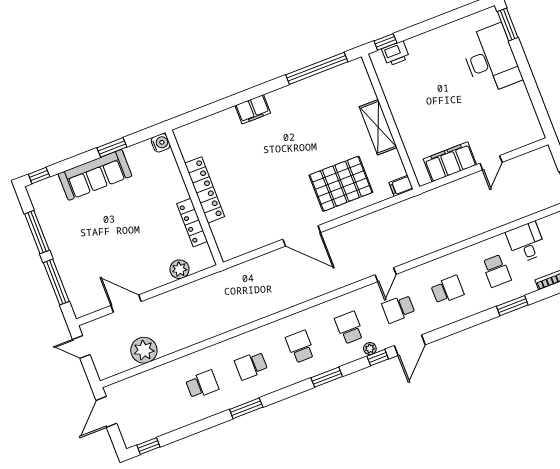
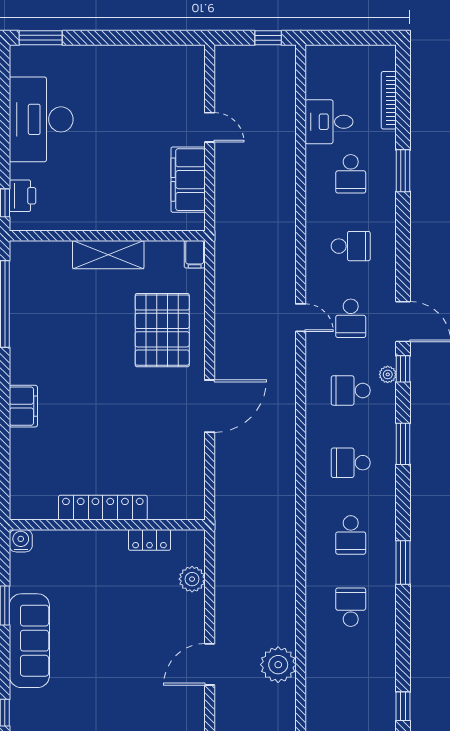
desk: (491, 59) -> (41, 119), moved, turned -90
locker: (192, 223) -> (150, 540), width x0.66
school desk: (496, 271) -> (351, 174), turned 90
school desk: (447, 290) -> (351, 246), turned 90

